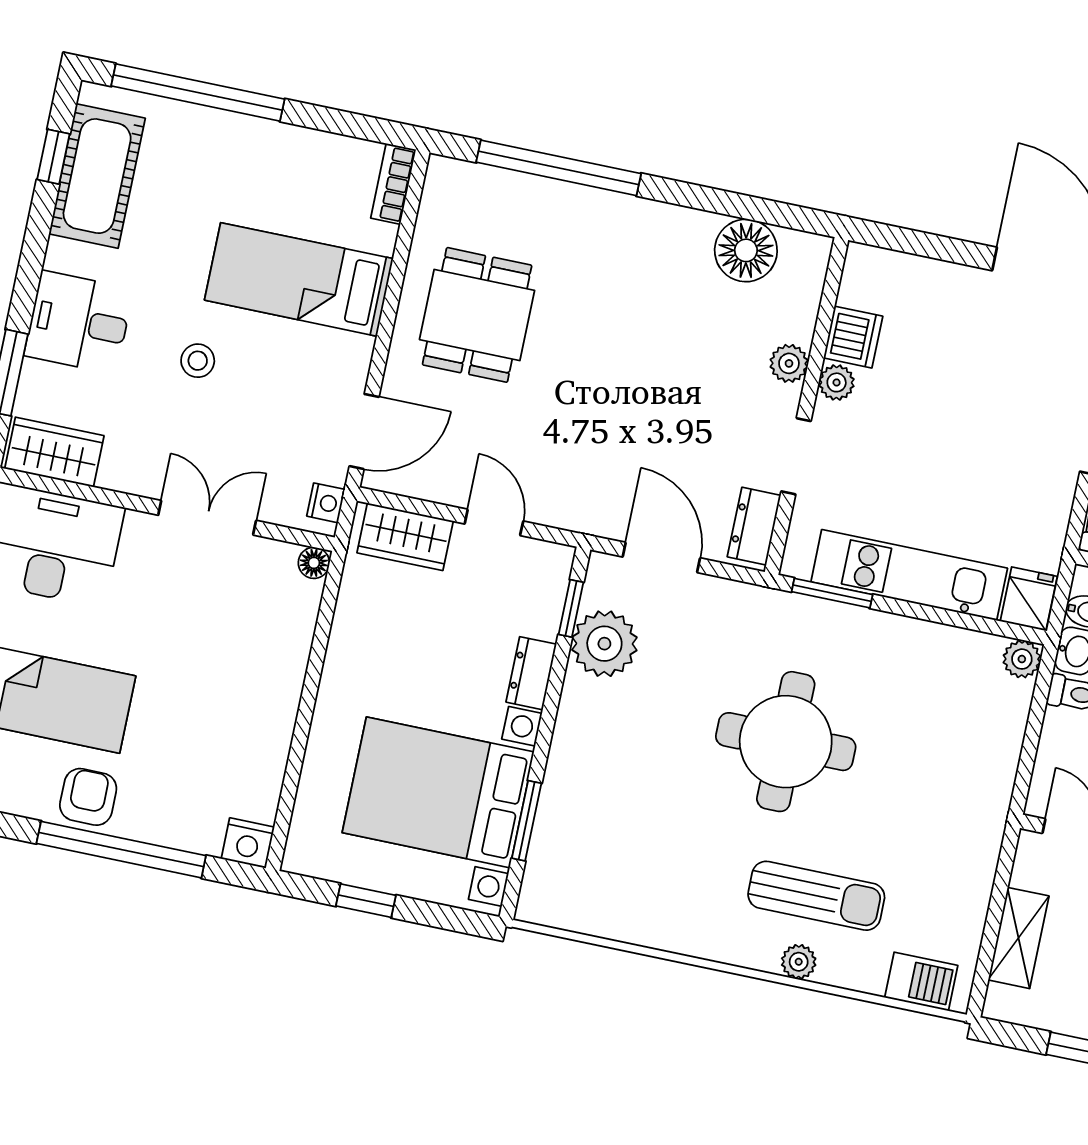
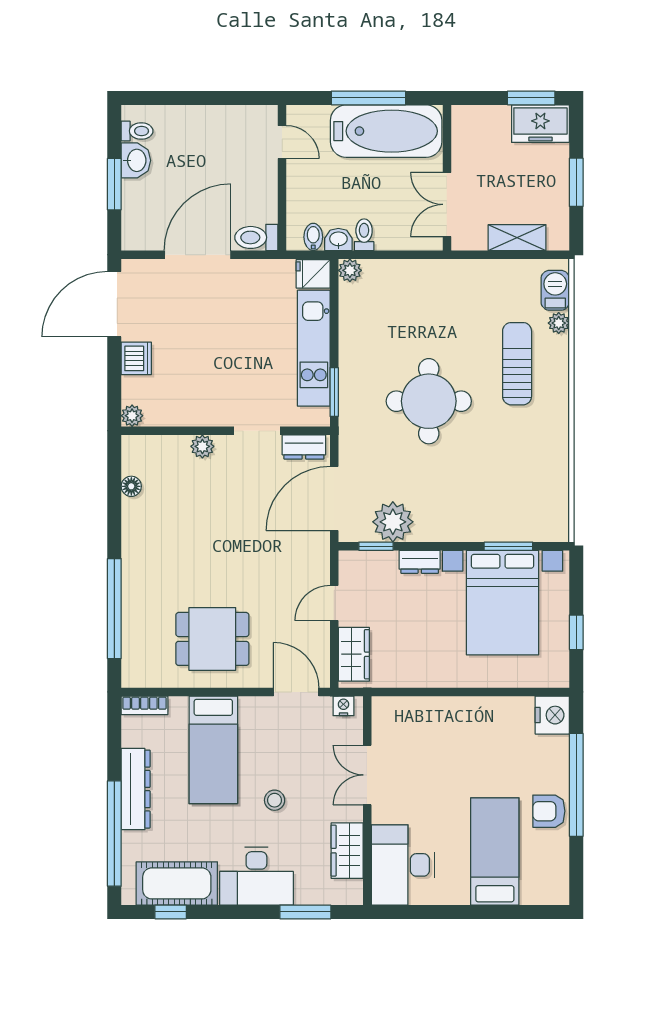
dresser: (262, 142) -> (136, 789), added
floor lamp: (746, 250) -> (131, 486), width x0.53, depth x0.53
desk: (79, 322) -> (256, 876), width x1.37
dishwasher: (853, 337) -> (136, 358), moved, turned 90
plant: (837, 382) -> (132, 416), moved
wardrobe: (54, 452) -> (347, 851), moved
door: (661, 557) -> (334, 498), width x1.36
floor lamp: (314, 563) -> (381, 706), removed
nightstand: (248, 843) -> (552, 715), width x1.36, depth x1.33
plant: (799, 962) -> (559, 323), moved

